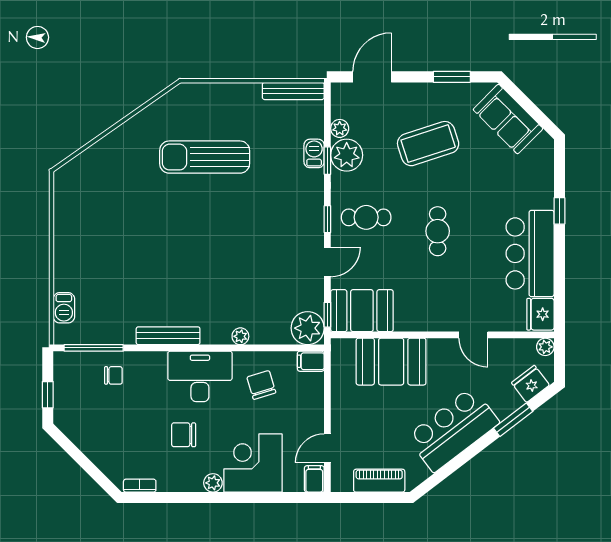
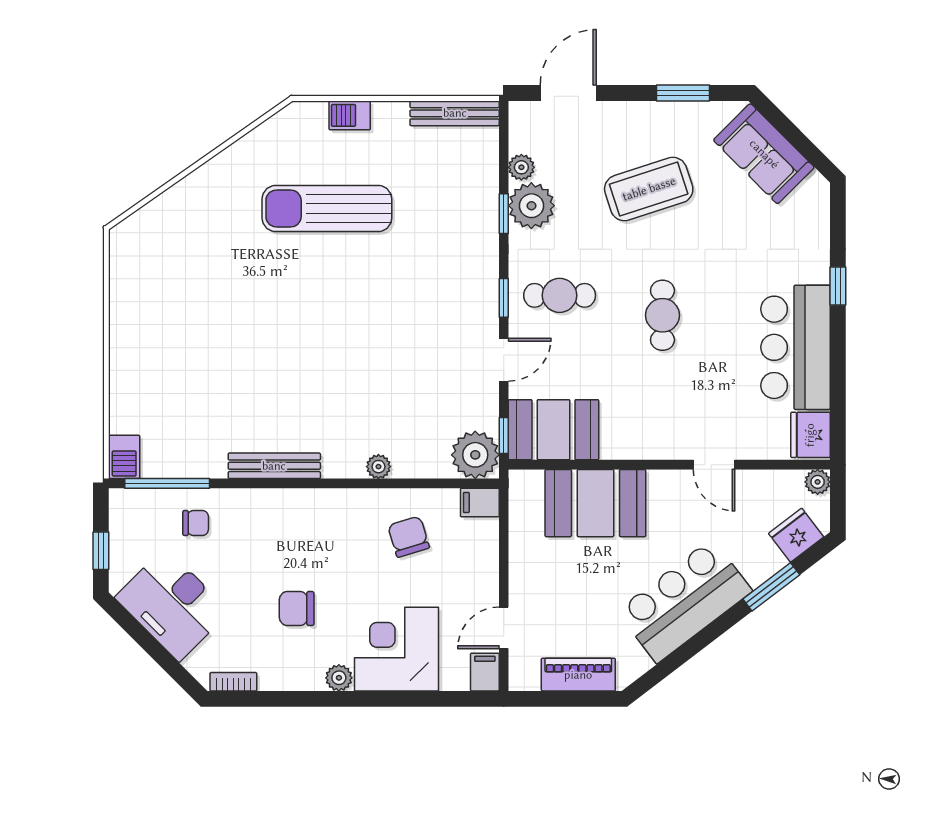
barbecue: (314, 153) -> (350, 115), moved, turned -90
barbecue: (64, 308) -> (124, 457), moved
desk: (200, 376) -> (172, 604), moved, turned -135

